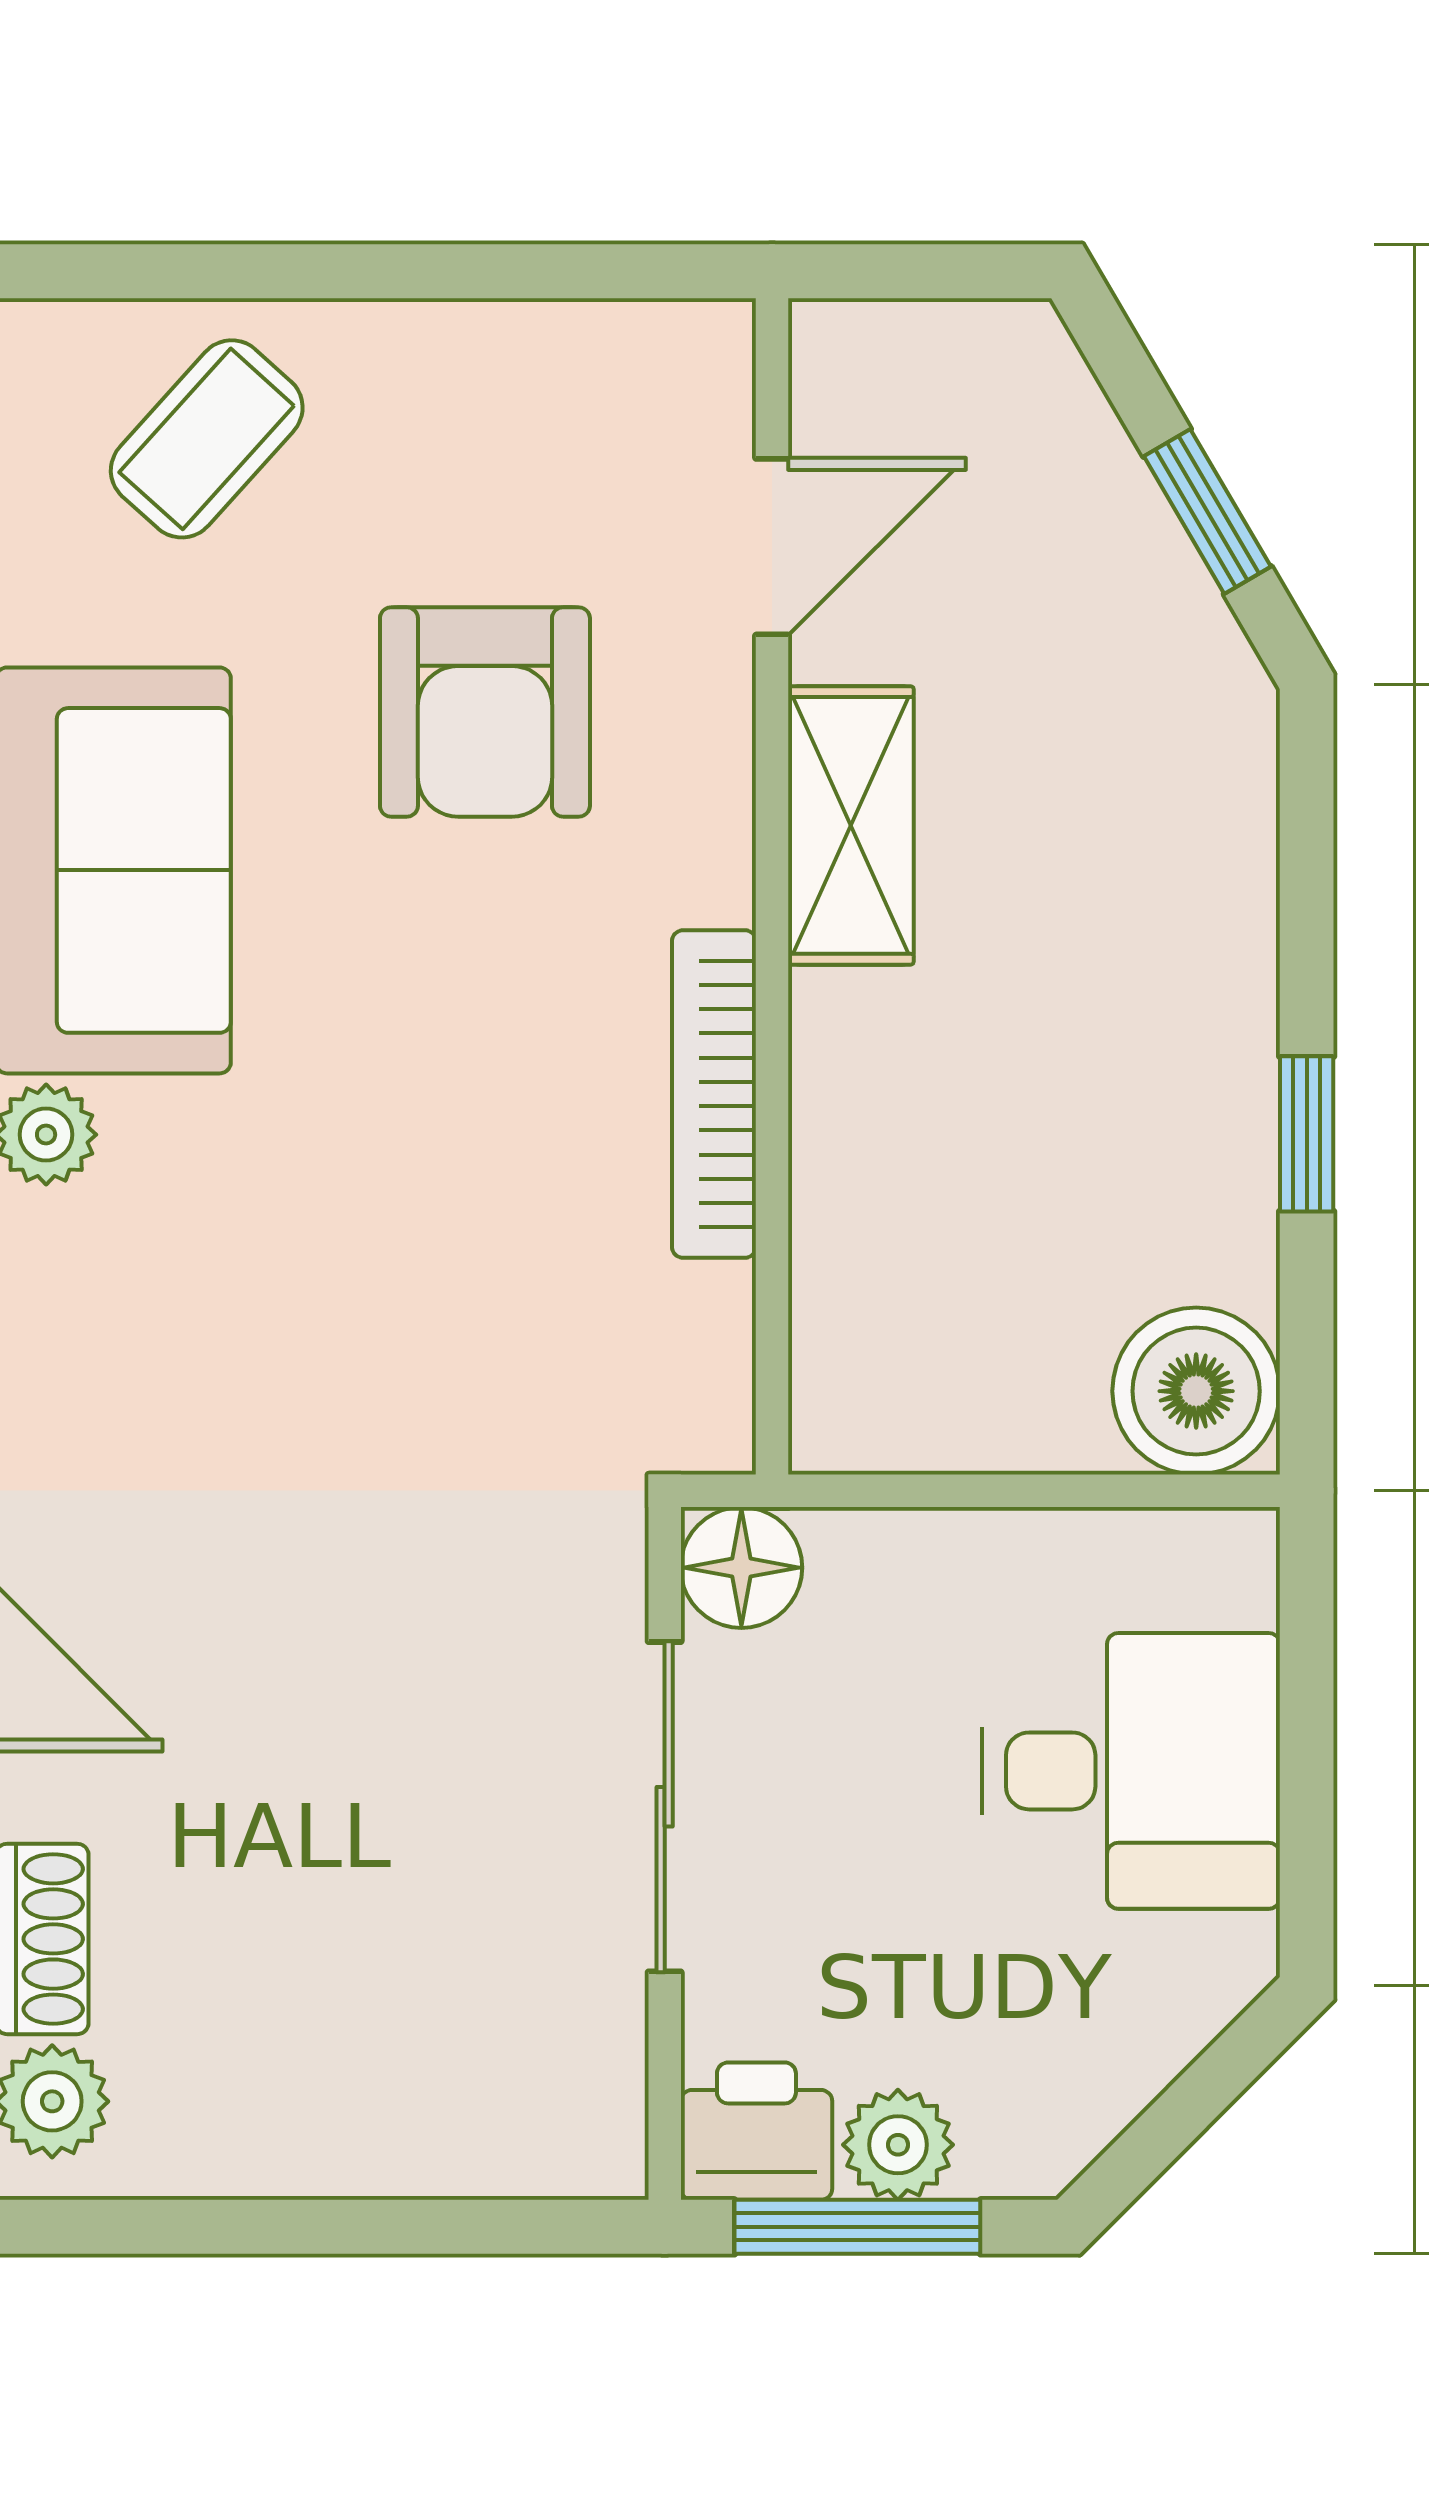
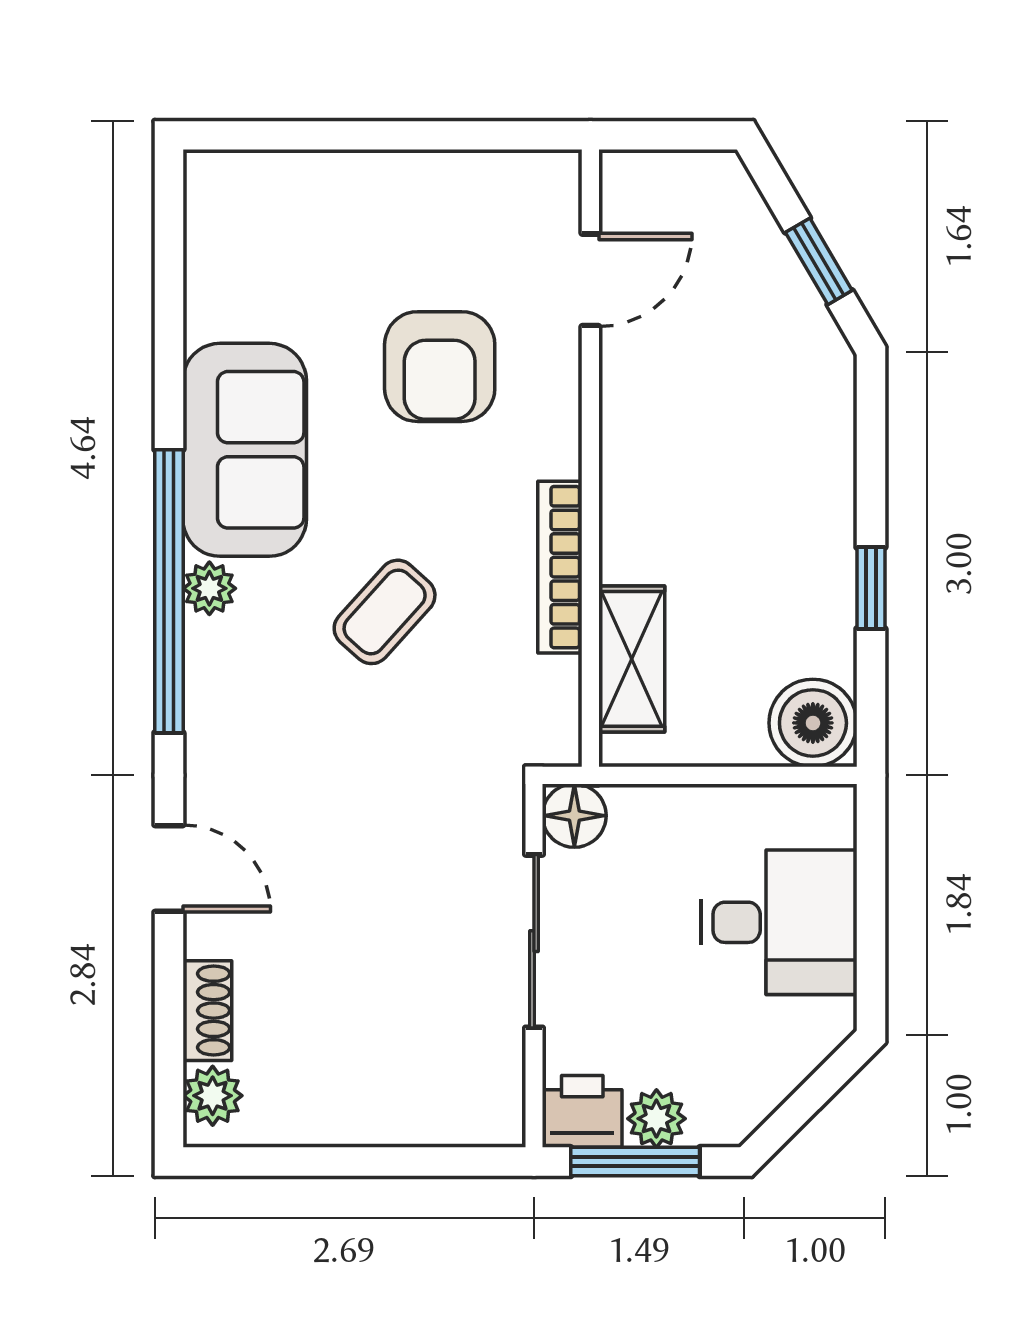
coffee table: (207, 439) -> (385, 612), moved
shelving: (851, 825) -> (632, 659), moved

